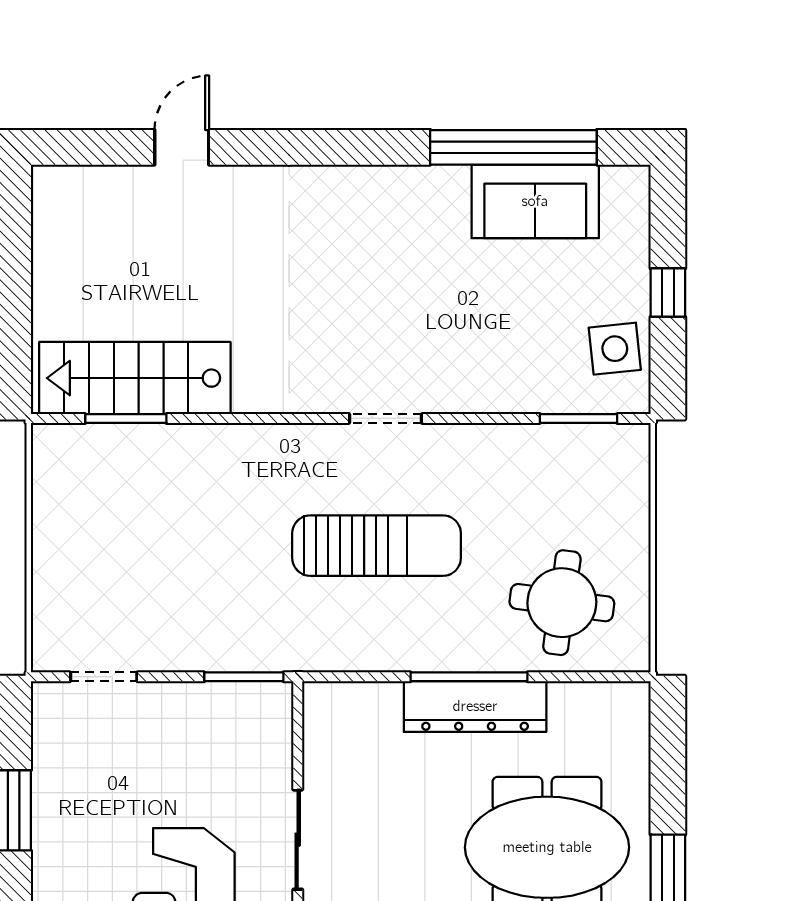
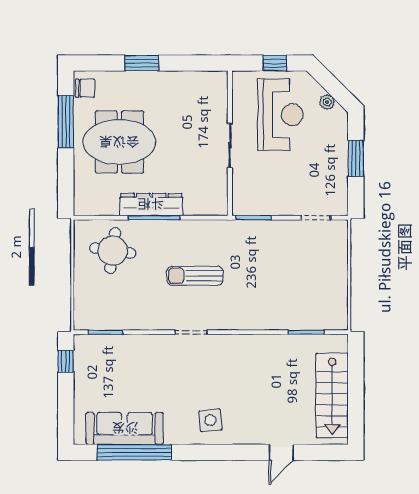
sofa: (535, 201) -> (125, 428), width x1.36
window: (668, 293) -> (66, 361), moved
side table: (615, 349) -> (210, 420), moved
stairs: (135, 378) -> (332, 396), moved, turned 90
sun lounger: (377, 546) -> (195, 276), width x0.73, depth x0.75

